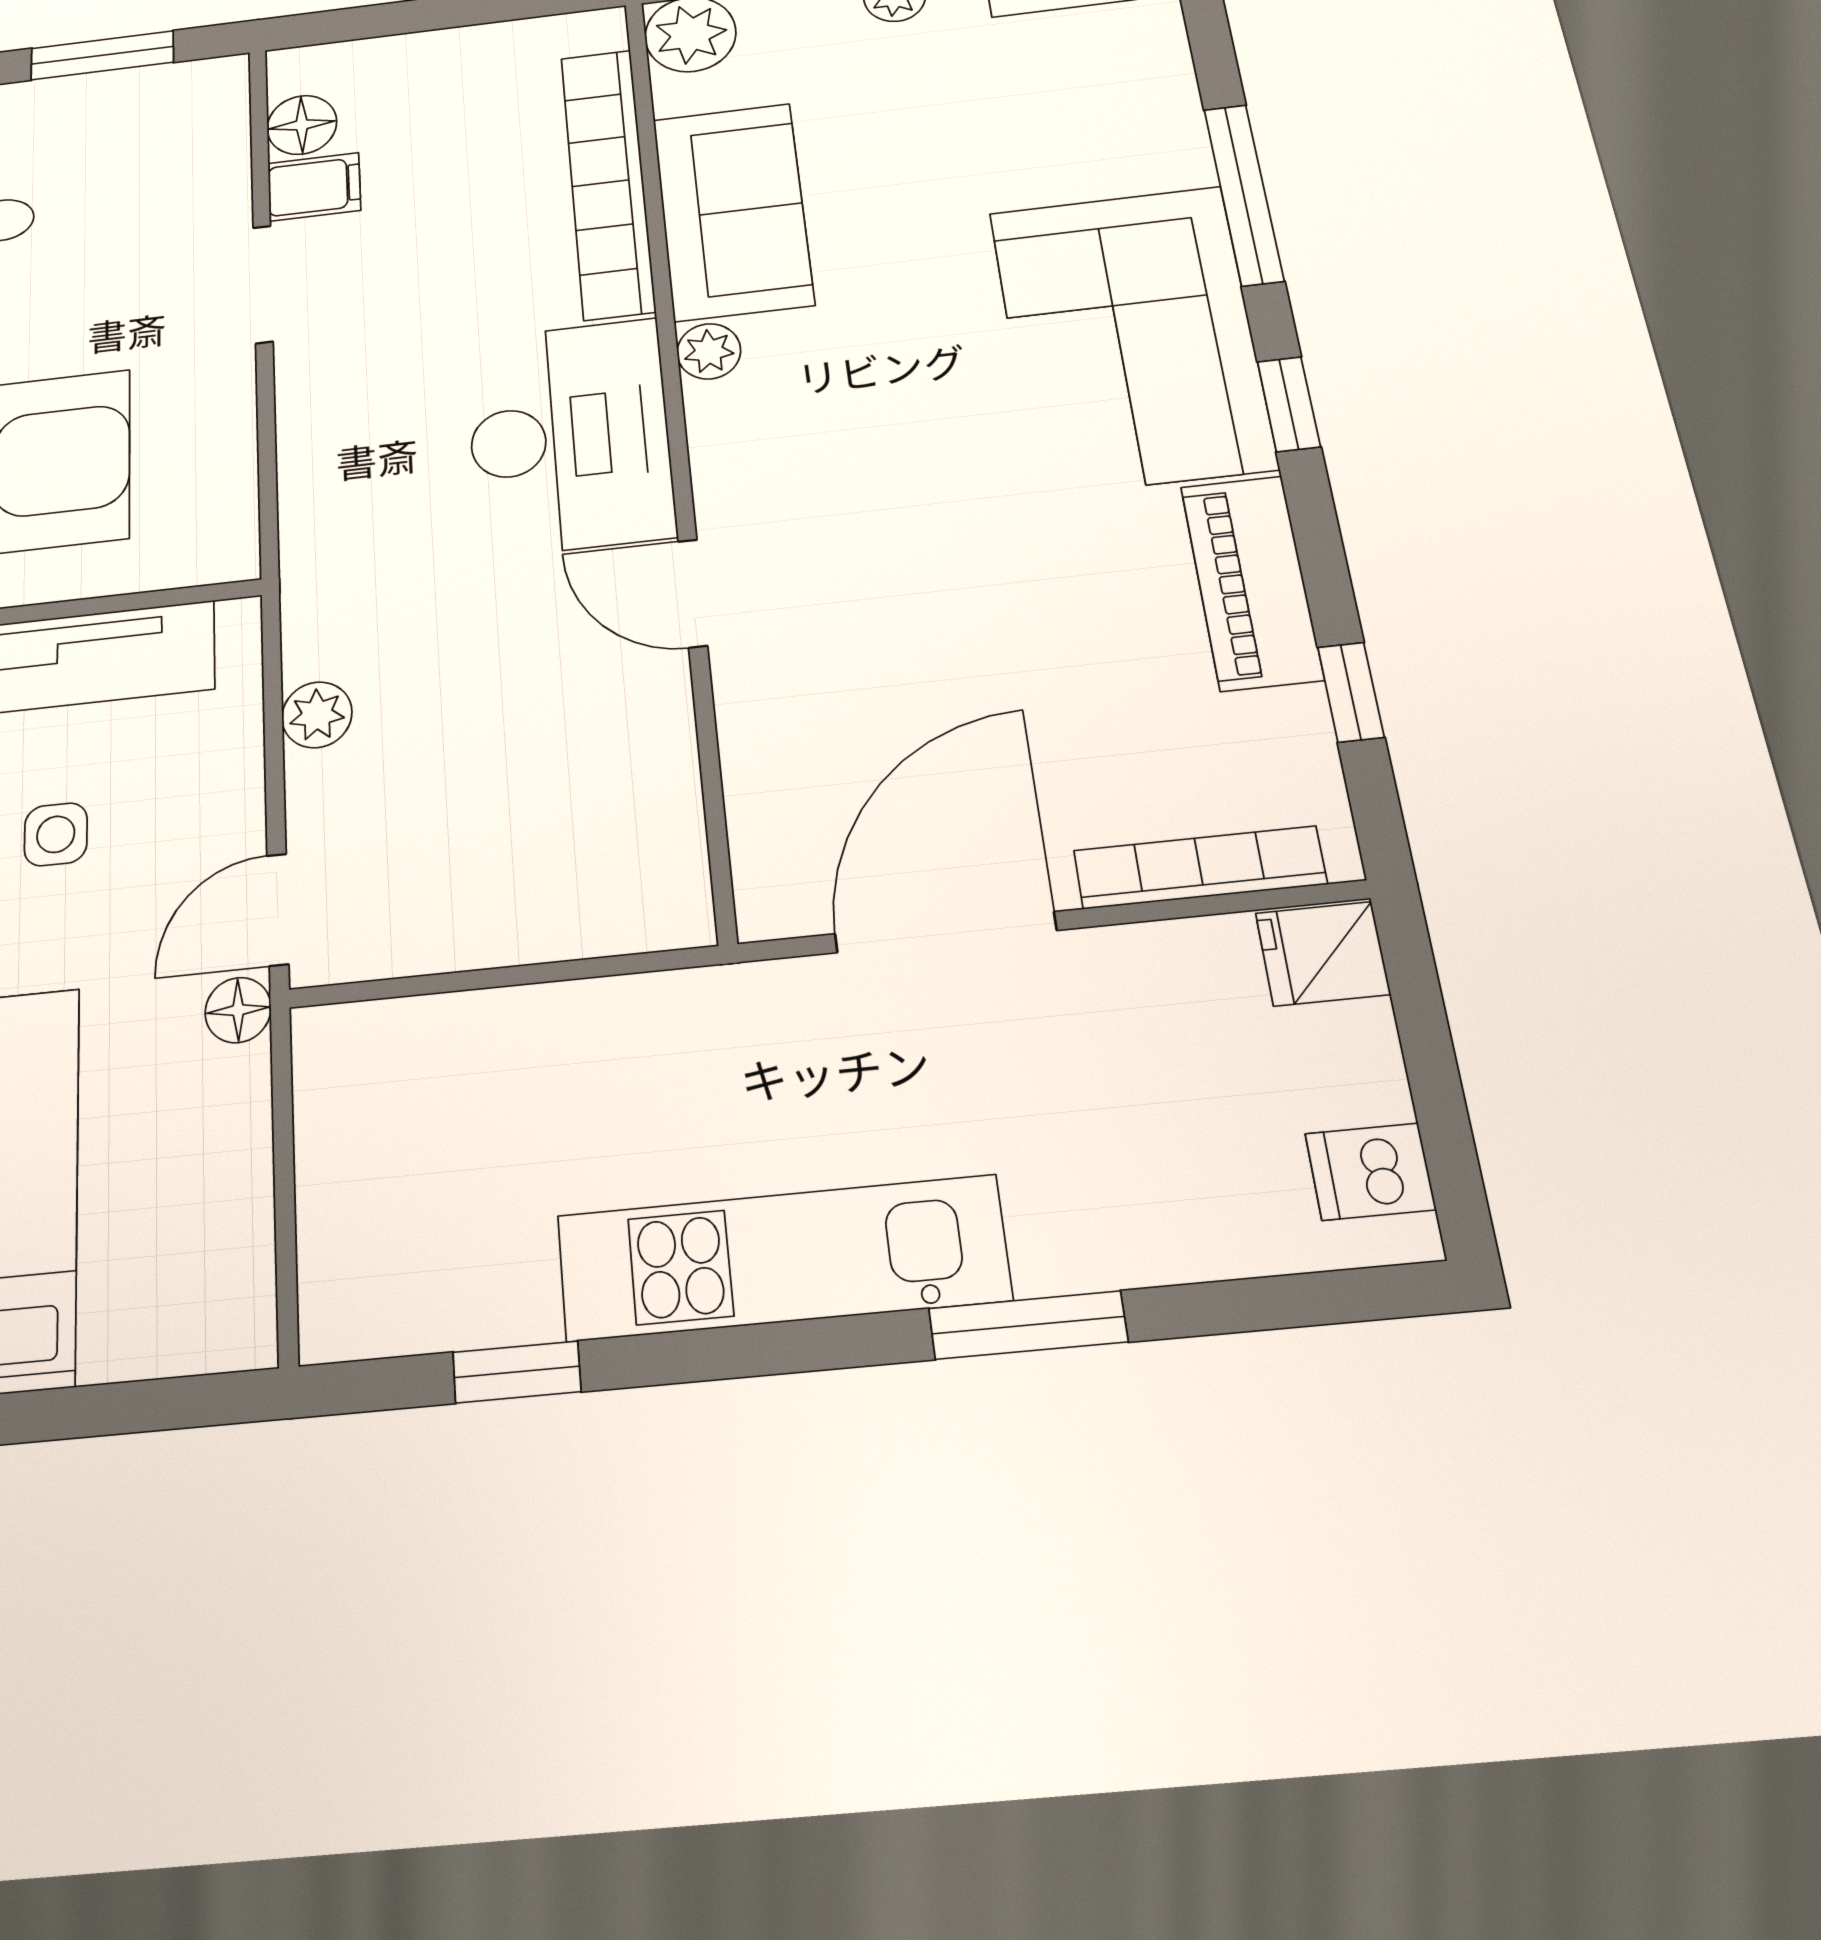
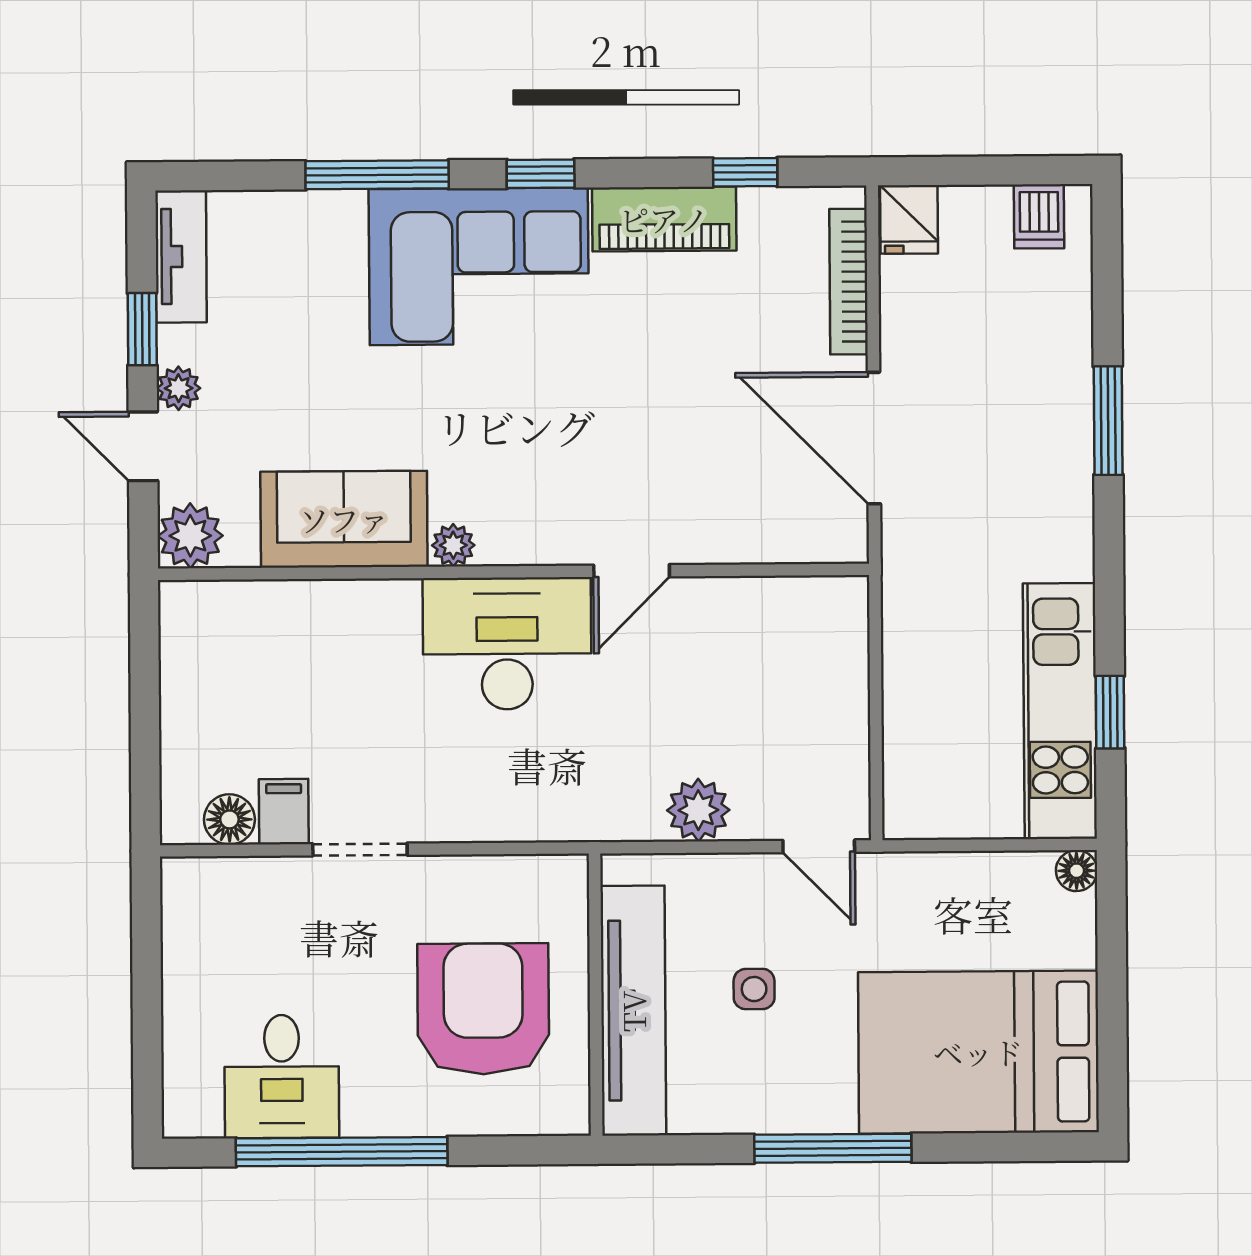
window: (102, 55) -> (147, 967), removed
bookcase: (608, 182) -> (308, 604), removed
plant: (317, 715) -> (698, 810), width x1.38, depth x1.38
floor lamp: (238, 1010) -> (1077, 871), moved
kitchen unit: (782, 1258) -> (1060, 711), moved

